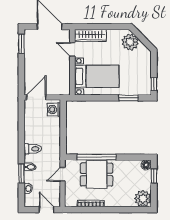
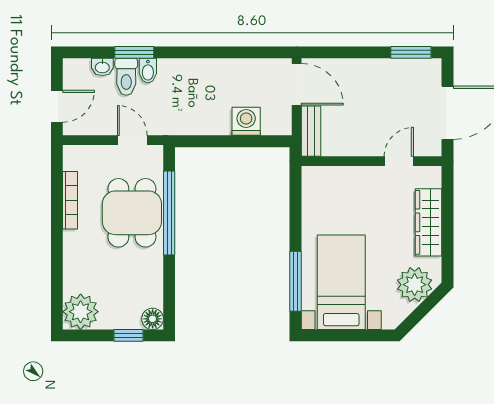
wardrobe: (90, 36) -> (429, 222), moved
bed with nightstands: (97, 76) -> (341, 282), moved, turned 180
window: (154, 84) -> (325, 335), removed
bench: (58, 91) -> (311, 131), added
window: (129, 98) -> (295, 281), width x1.44
washing machine: (54, 109) -> (246, 121), moved
toilet: (33, 149) -> (126, 77), moved

